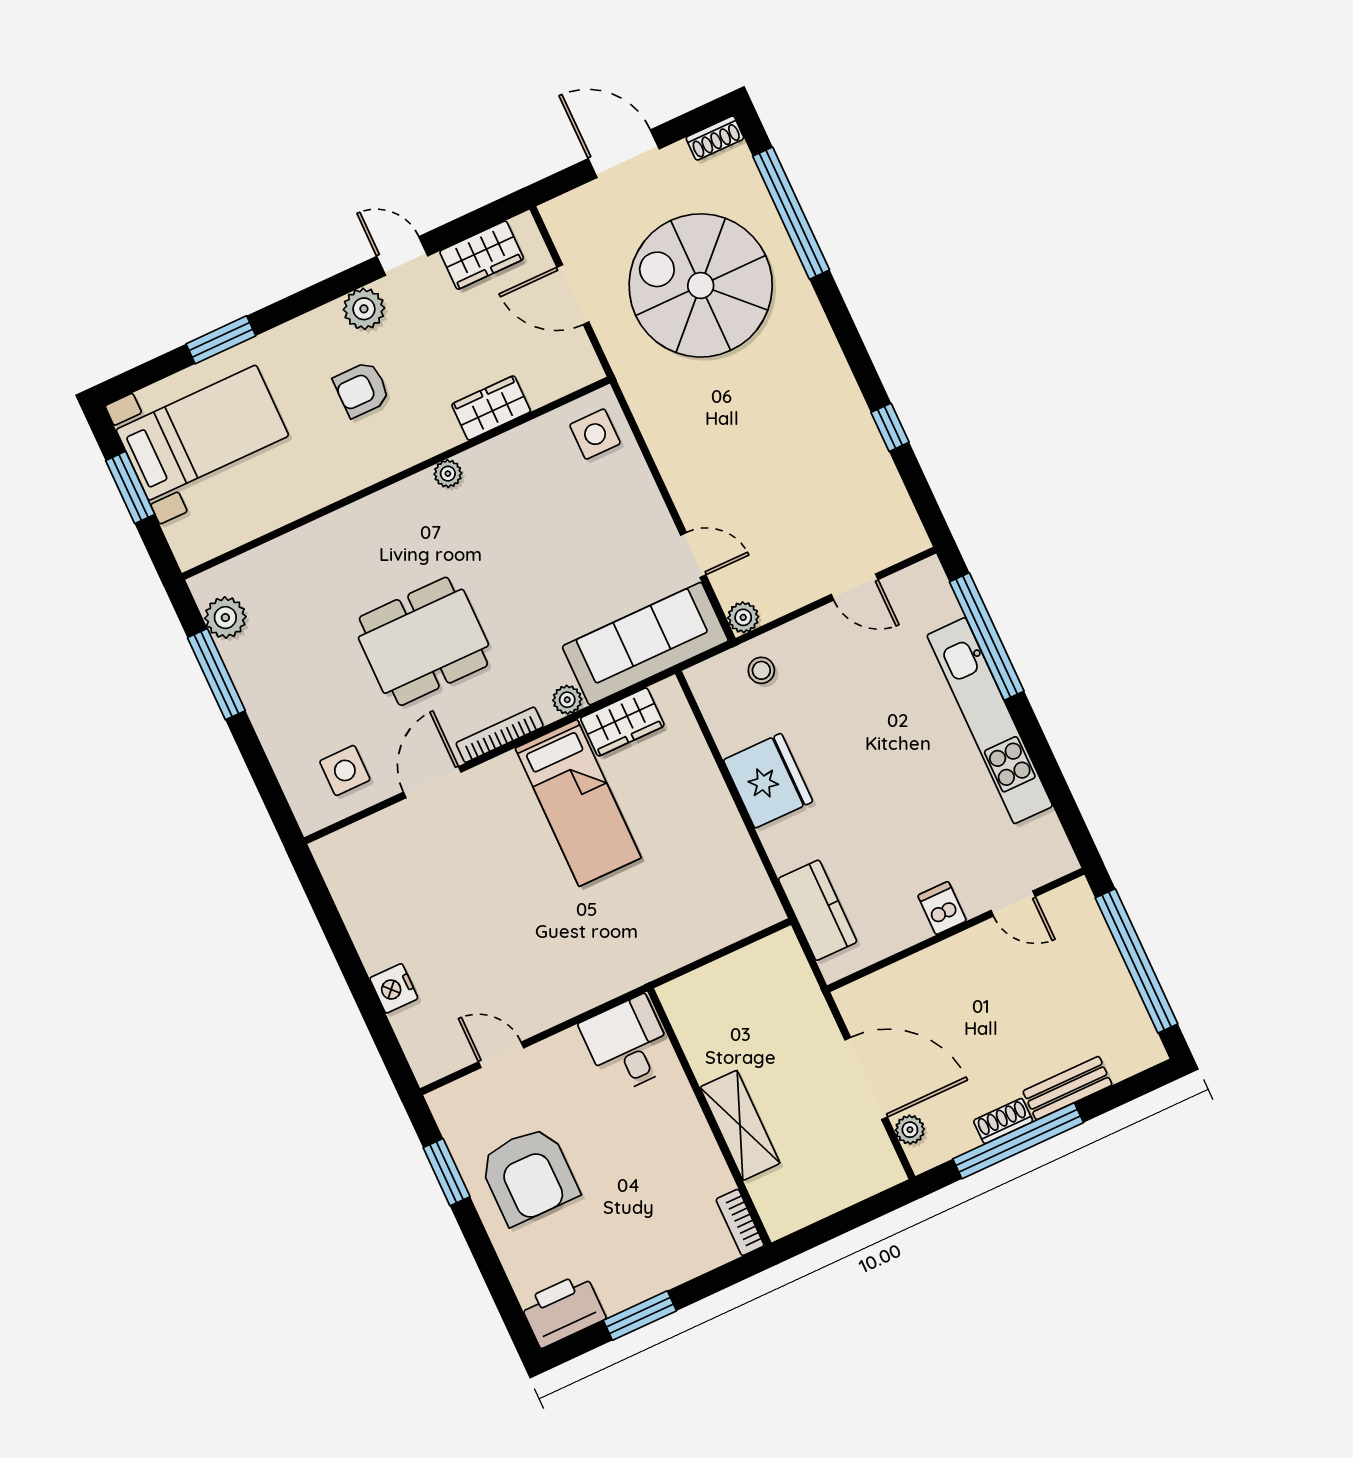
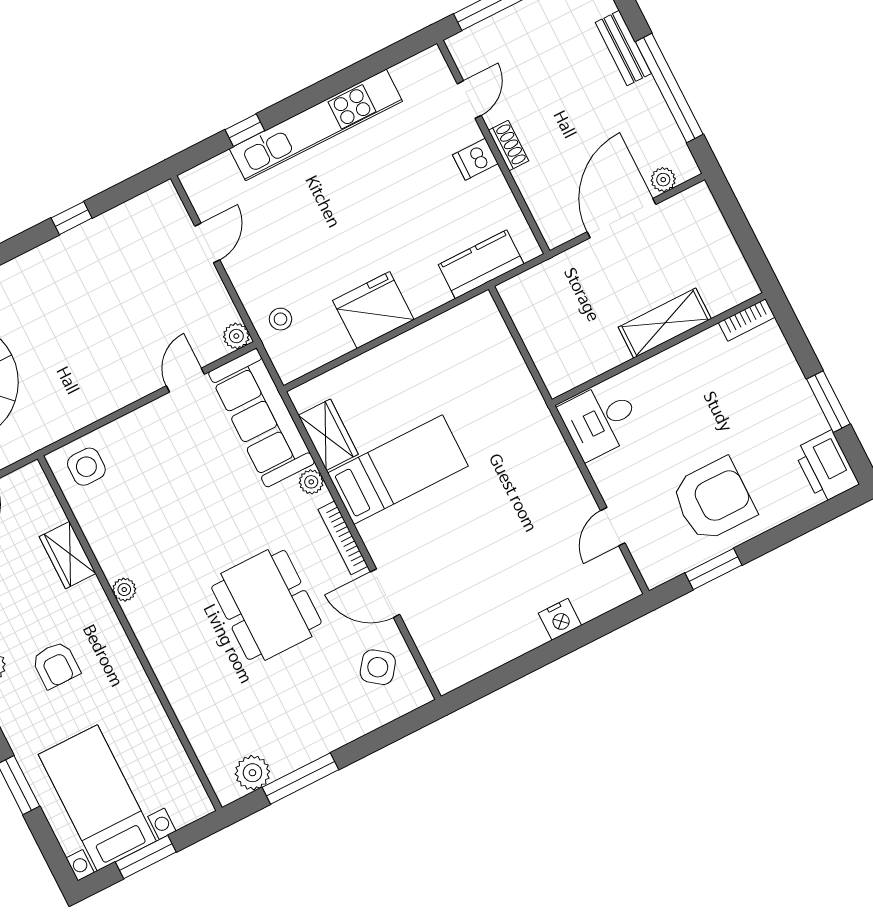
window: (987, 636) -> (245, 130), width x0.32
side table: (345, 770) -> (378, 667), turned 37
shoe rack: (1003, 1121) -> (509, 146), moved, turned 180

